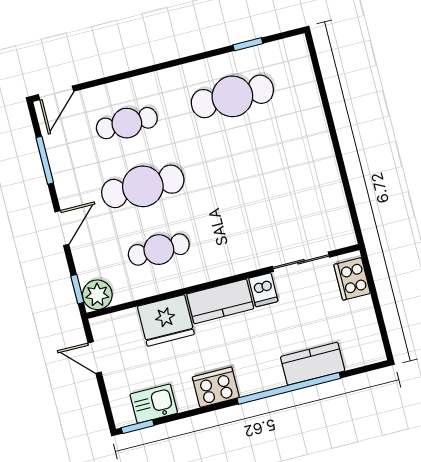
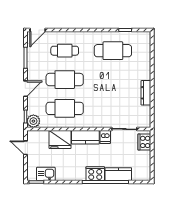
dresser: (328, 170) -> (146, 93), added
cafe table: (159, 250) -> (65, 108), width x1.37, depth x1.35
cooker: (216, 387) -> (95, 174), moved

